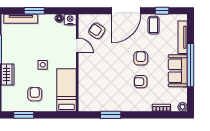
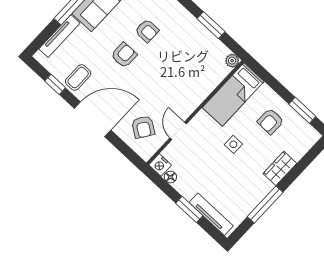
armchair: (141, 58) -> (124, 55), turned 180
plant: (83, 107) -> (232, 61), added

